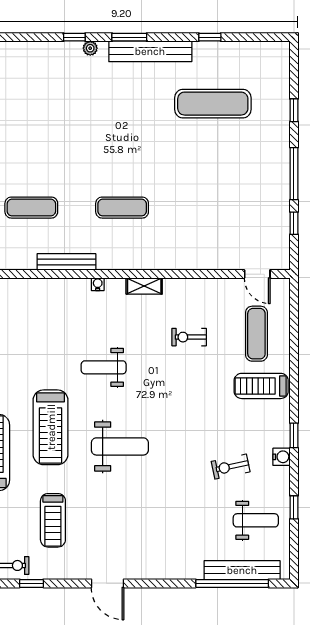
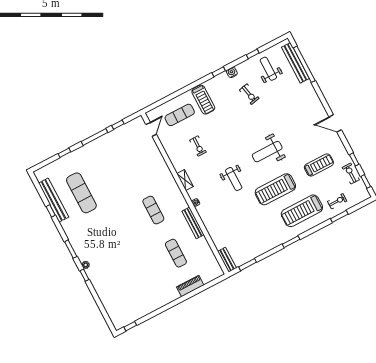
bench: (150, 51) -> (54, 200), moved
treadmill: (51, 427) -> (275, 189), turned 180
weight bench: (120, 446) -> (267, 152), turned -90
door: (107, 583) -> (335, 123), swing flipped

